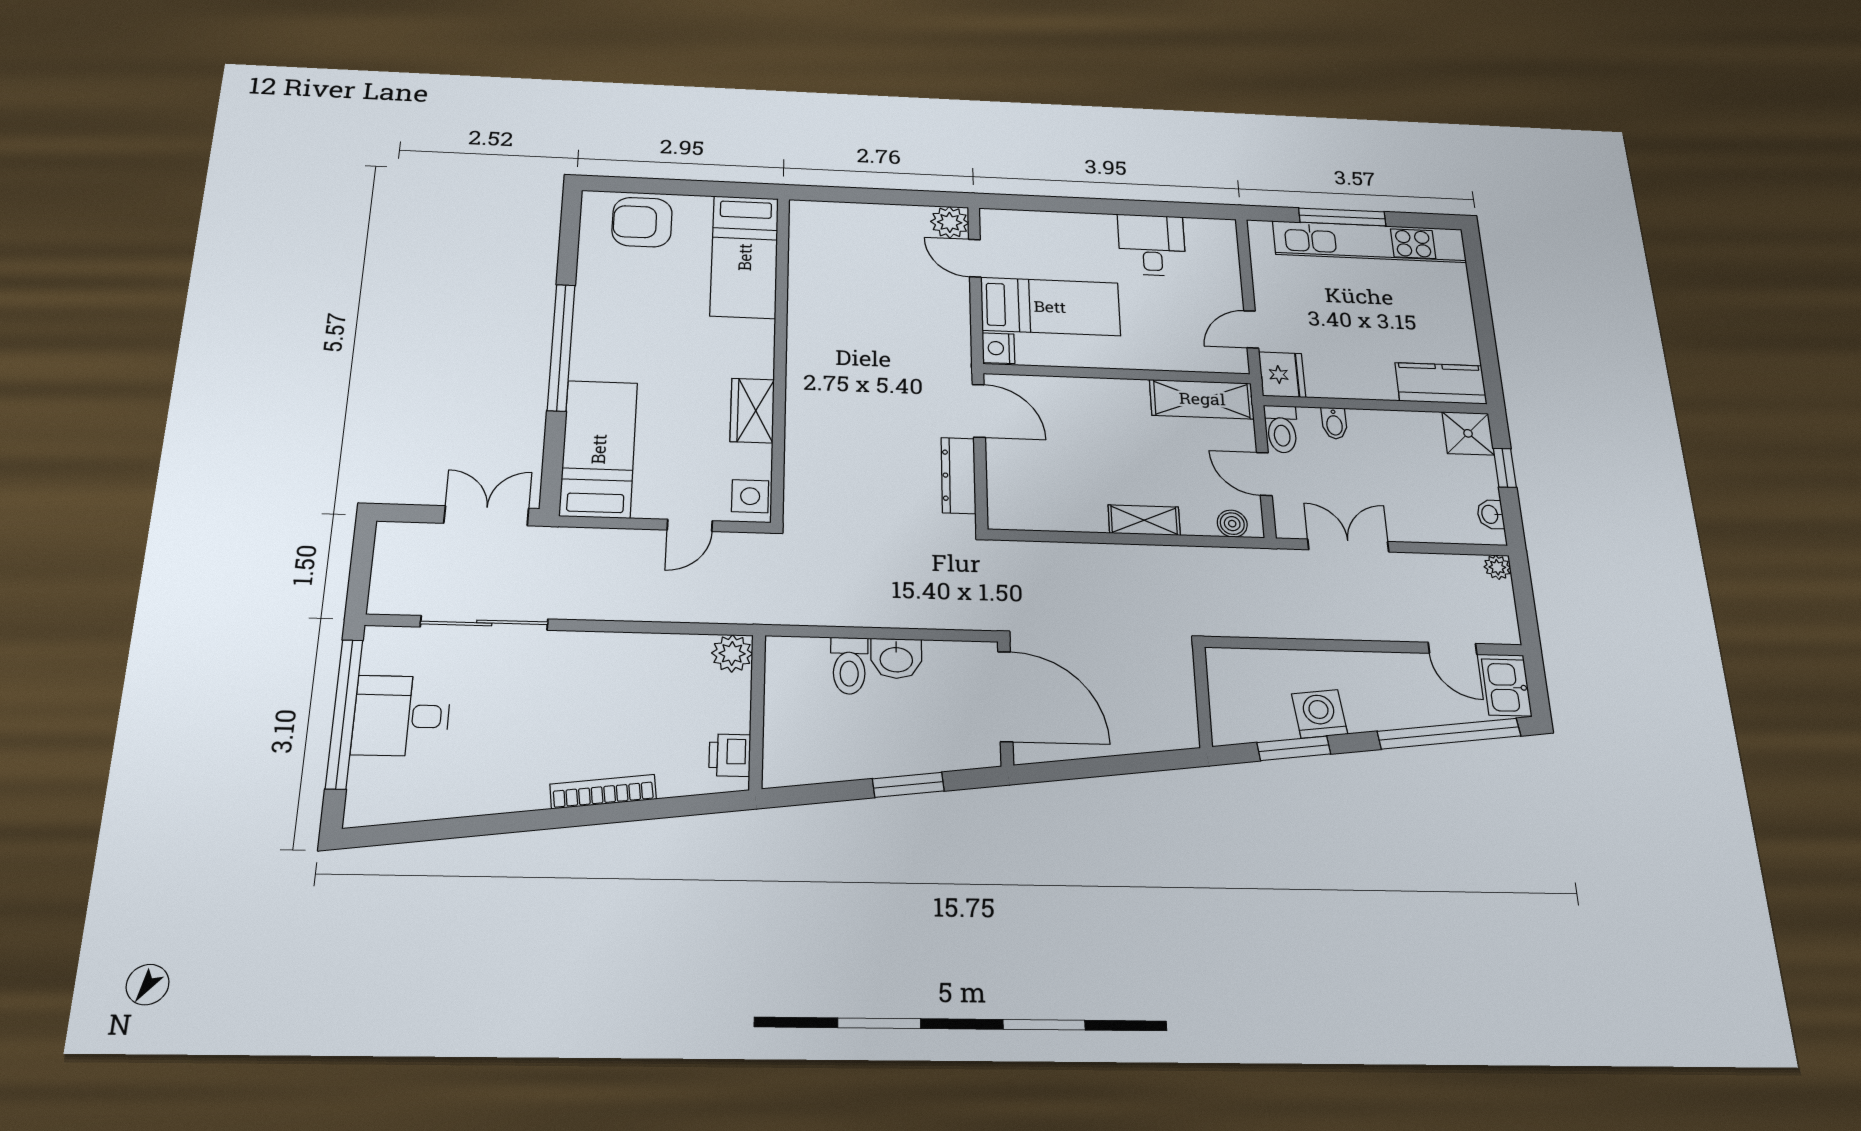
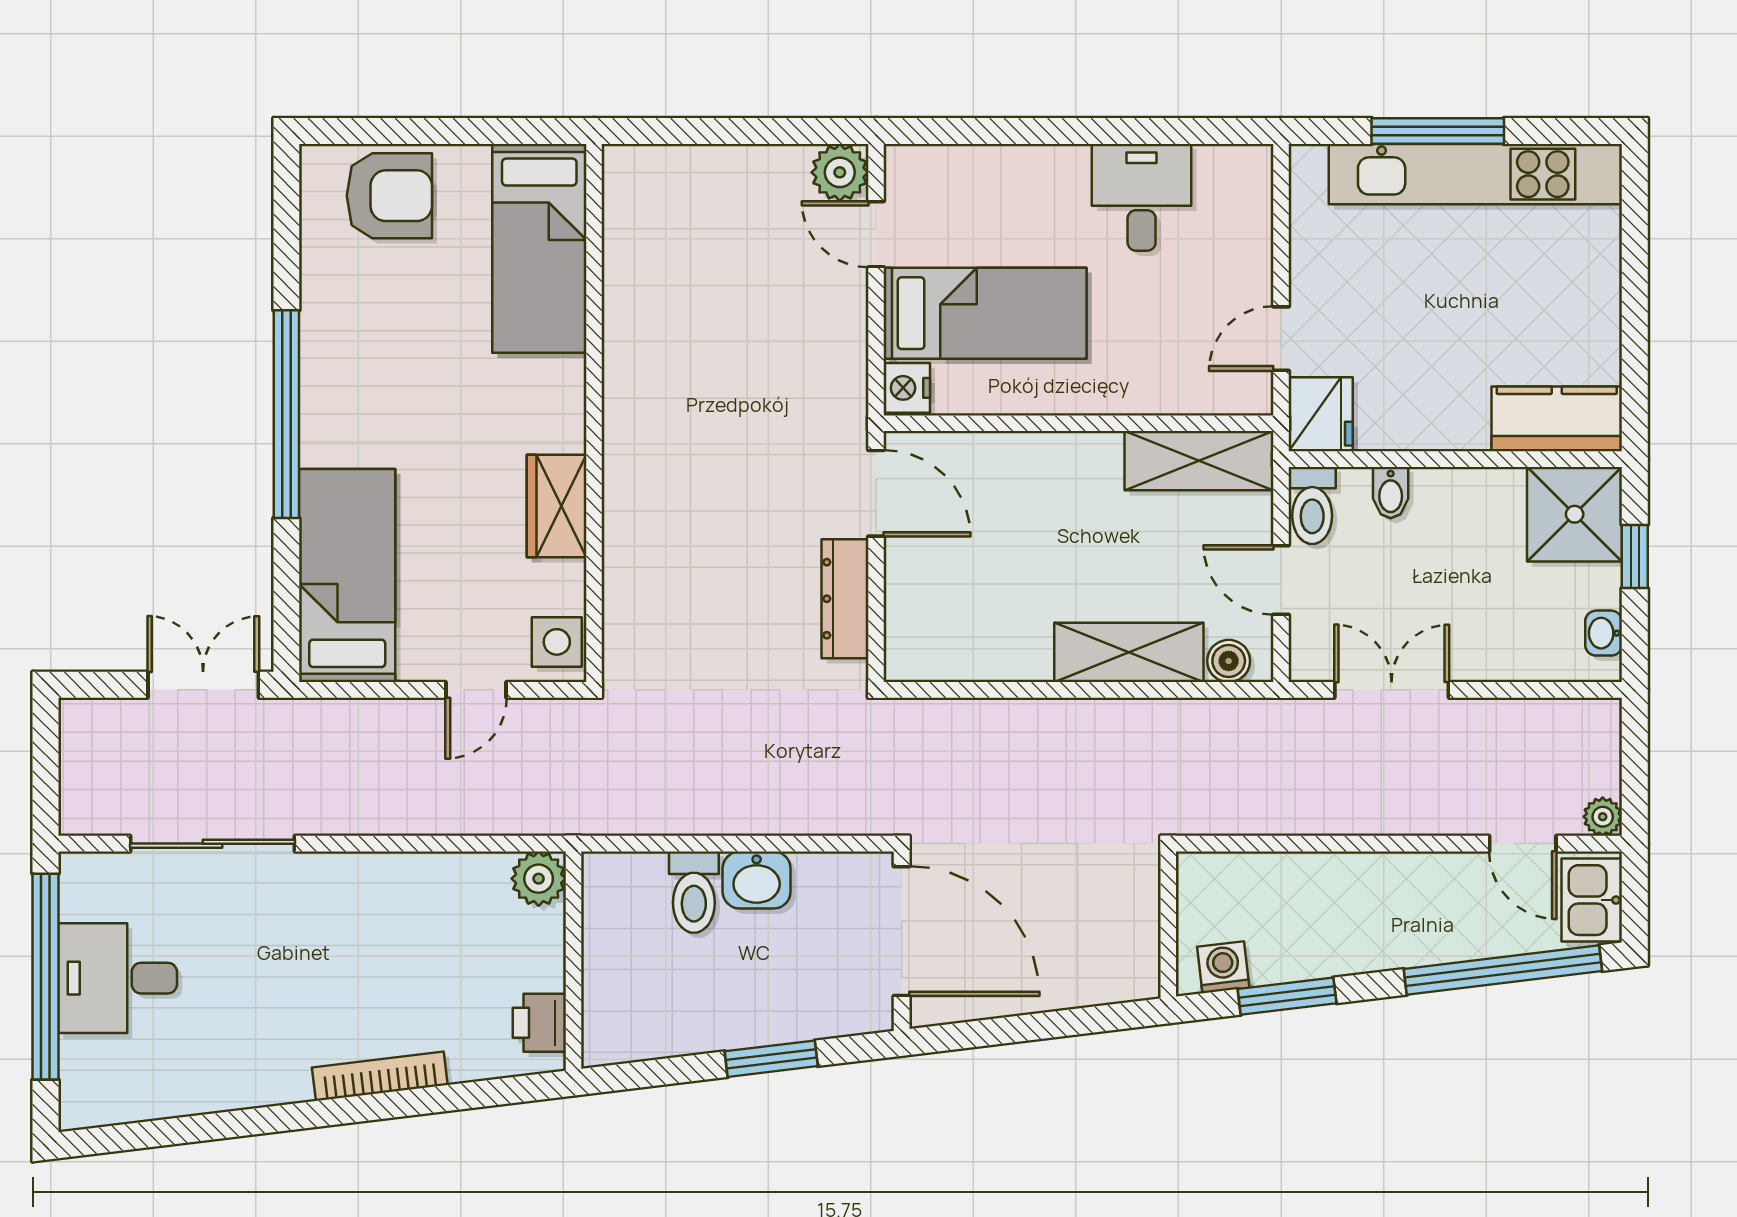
armchair: (642, 222) -> (389, 196), turned 180
shower: (1468, 433) -> (1575, 514), width x1.36, depth x1.36
shelving: (1144, 520) -> (1129, 652), width x1.50, depth x1.33
plant: (1497, 567) -> (1603, 817), moved
washing machine: (1319, 714) -> (1223, 967), moved, width x0.73, depth x0.73

